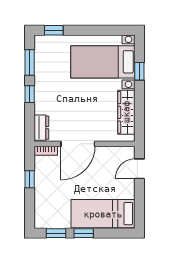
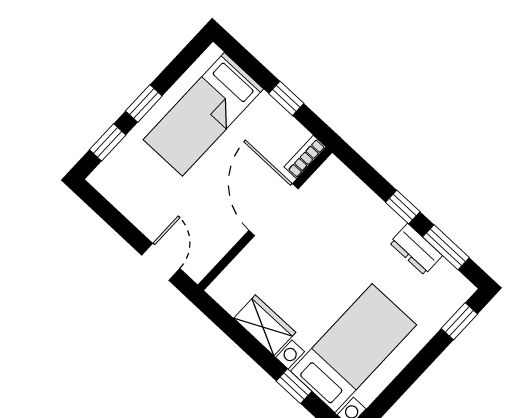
wardrobe: (126, 112) -> (265, 325), width x0.67
dresser: (41, 128) -> (416, 249), moved
bed: (103, 214) -> (203, 114), moved, turned 180
window: (56, 233) -> (108, 142), moved

